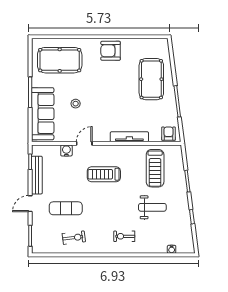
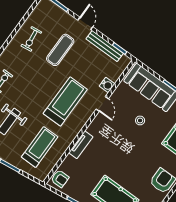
tv unit: (129, 137) -> (81, 145), width x0.71
treadmill: (155, 168) -> (40, 147), turned 90
treadmill: (104, 174) -> (65, 101), width x1.37, depth x1.38

